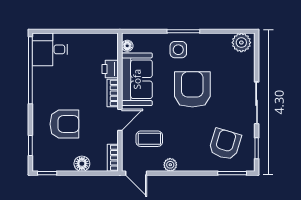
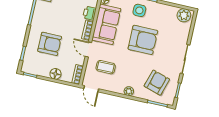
armchair: (192, 89) -> (143, 40), turned 90
door: (120, 120) -> (88, 50), swing flipped
plant: (170, 165) -> (129, 91), moved

